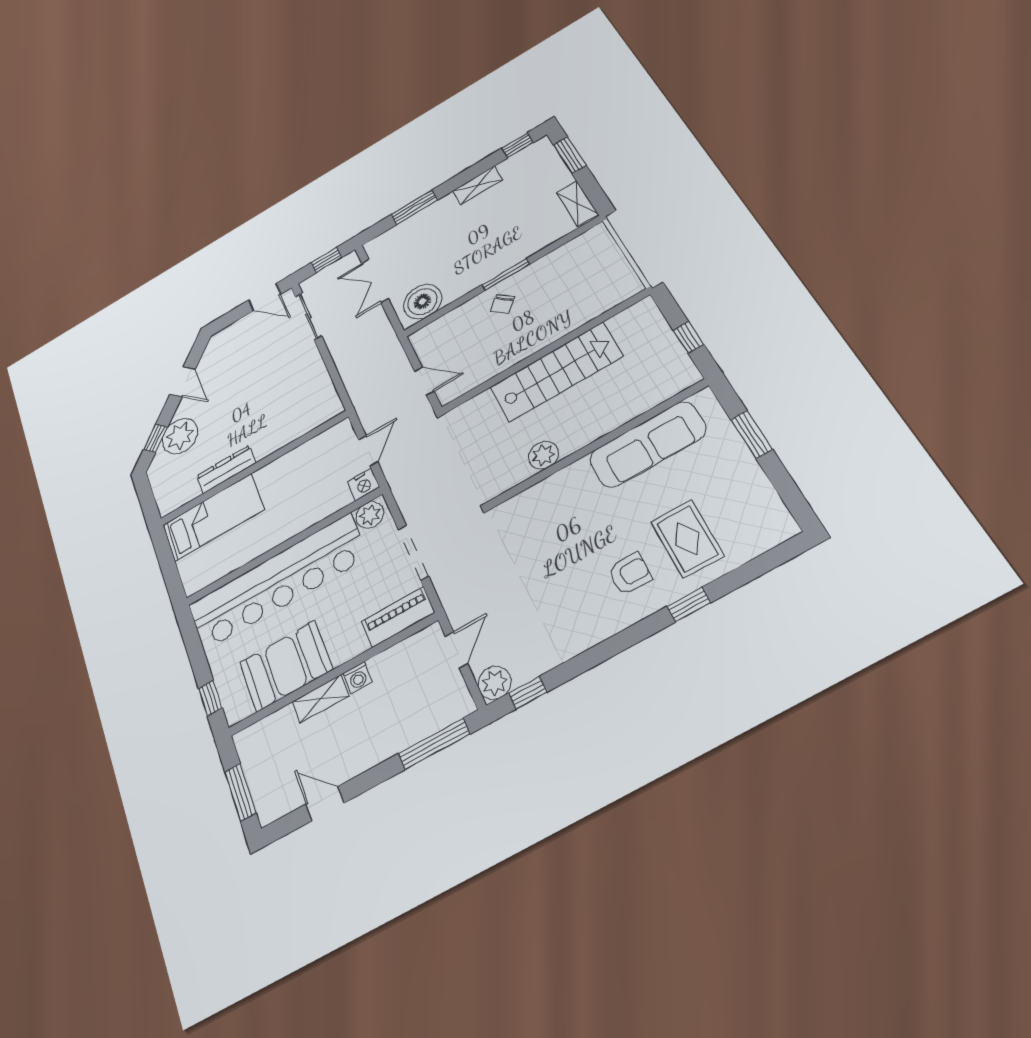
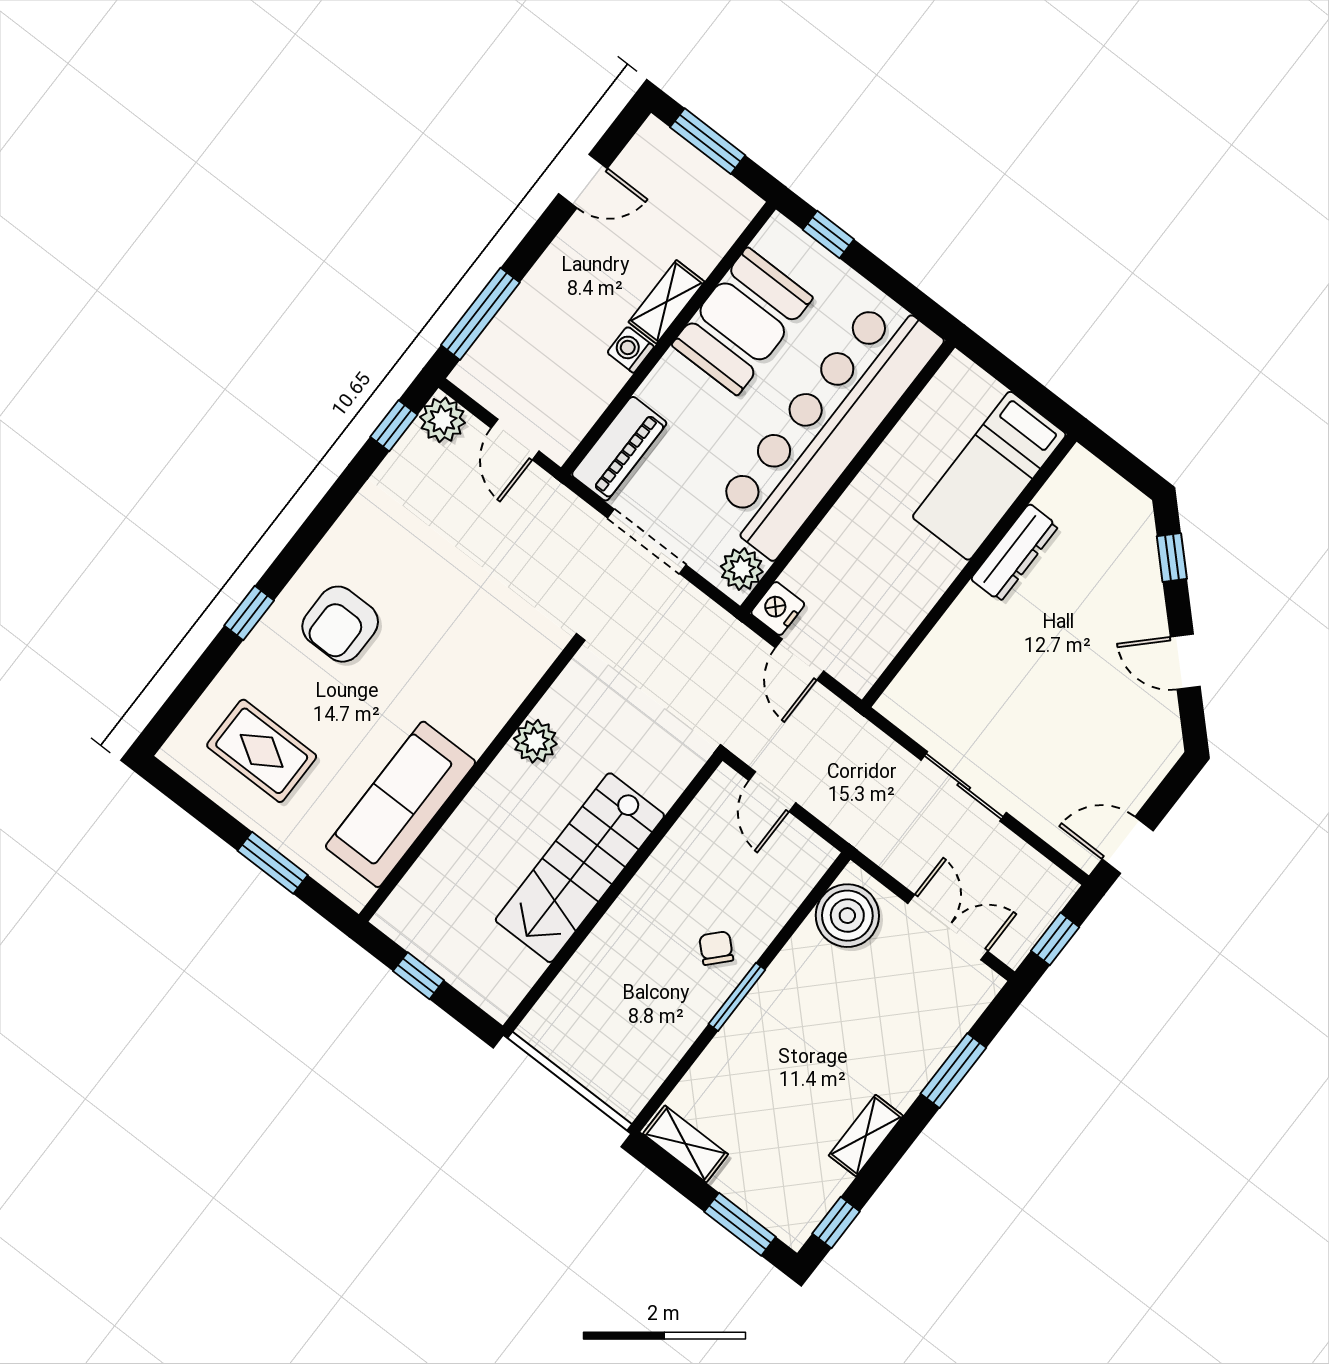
sliding door: (308, 316) -> (964, 786), moved
door: (424, 381) -> (772, 792), hinge flipped
plant: (180, 436) -> (1130, 575), removed
rug: (687, 539) -> (262, 751), moved
armchair: (630, 574) -> (340, 624), width x1.38, depth x1.38

